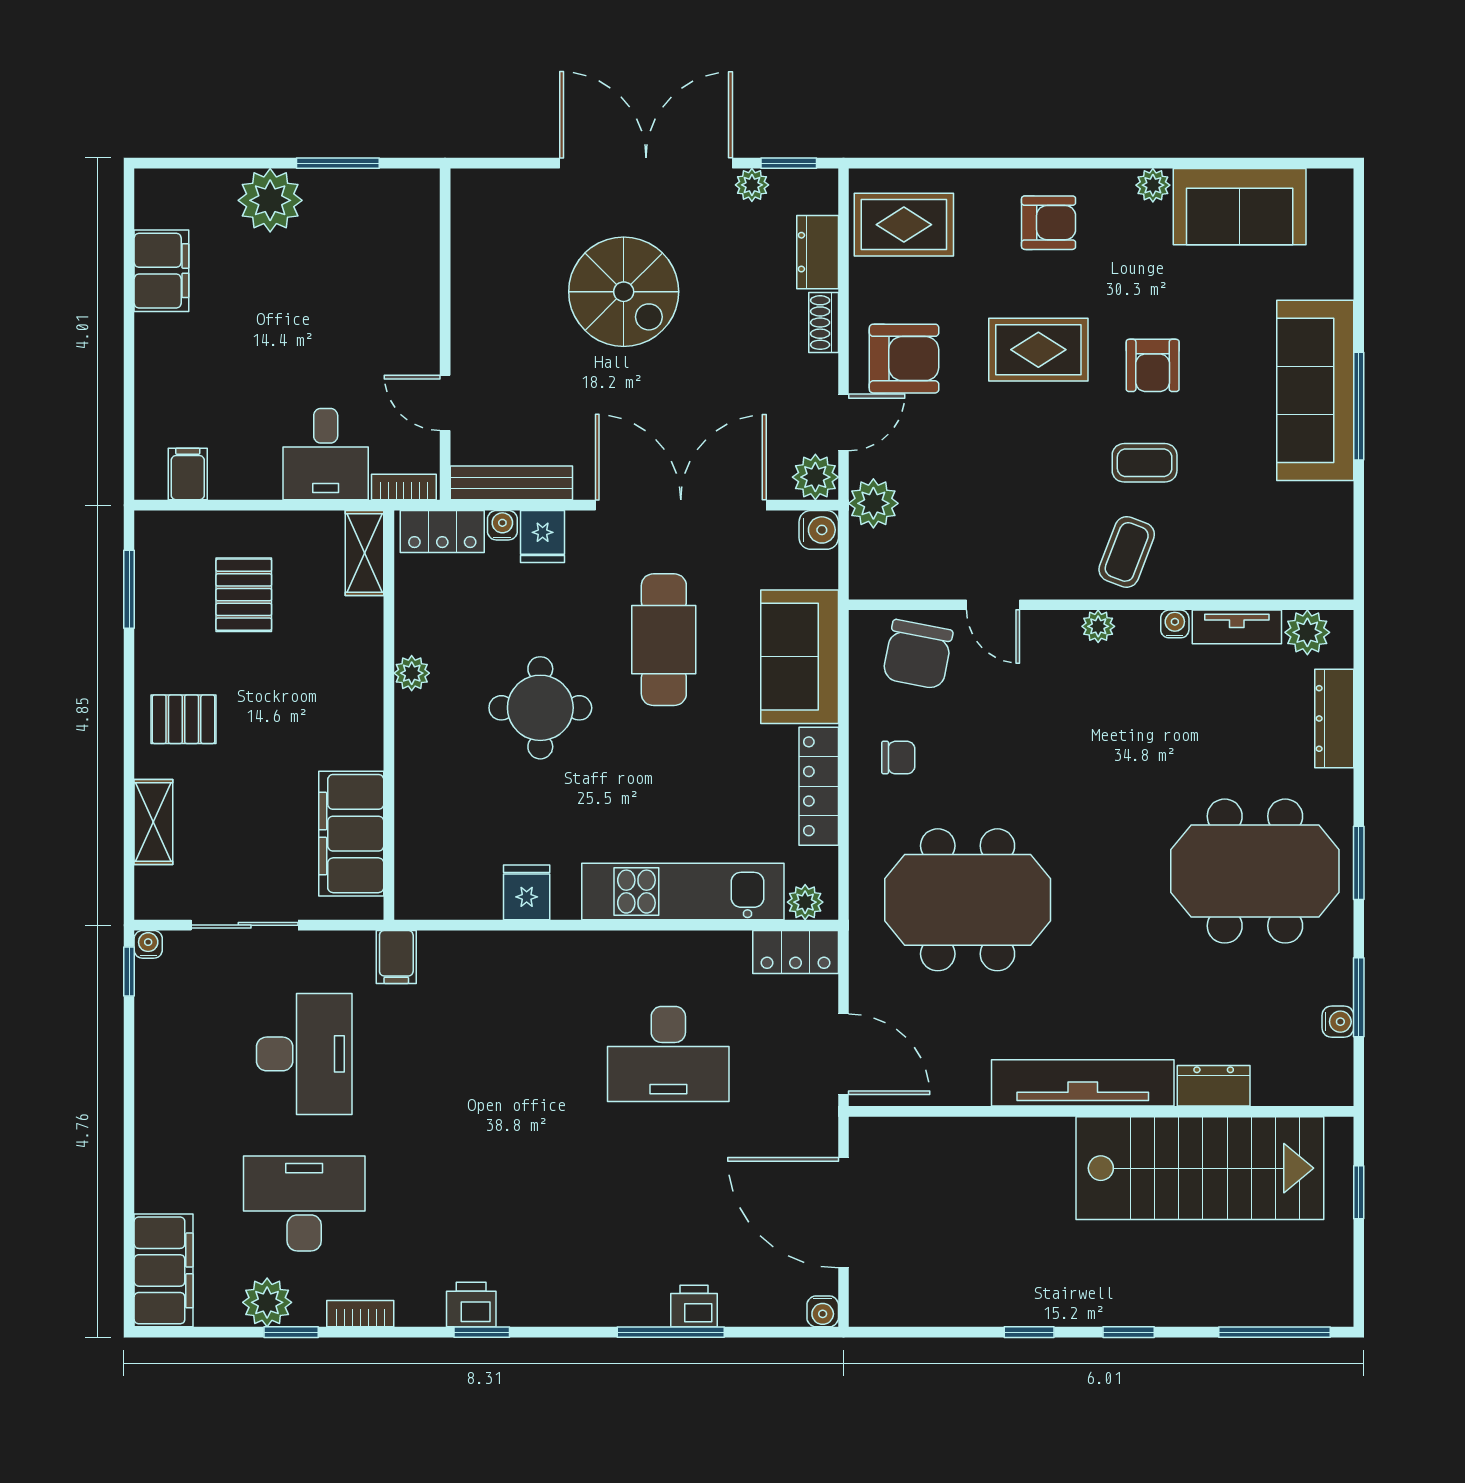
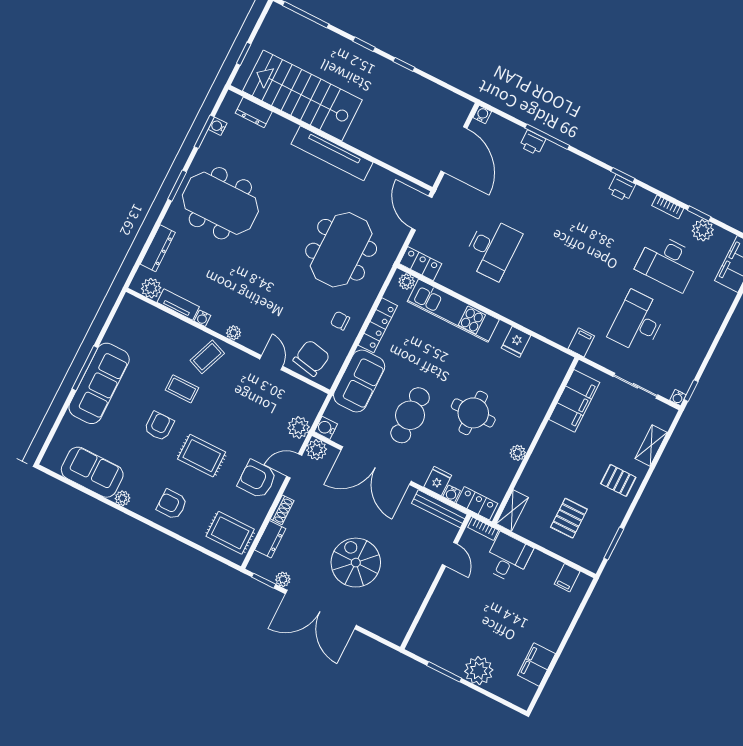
meeting table: (968, 900) -> (341, 250), turned 90
desk: (668, 1054) -> (492, 249), turned 90
dresser: (1214, 1086) -> (254, 112), moved

